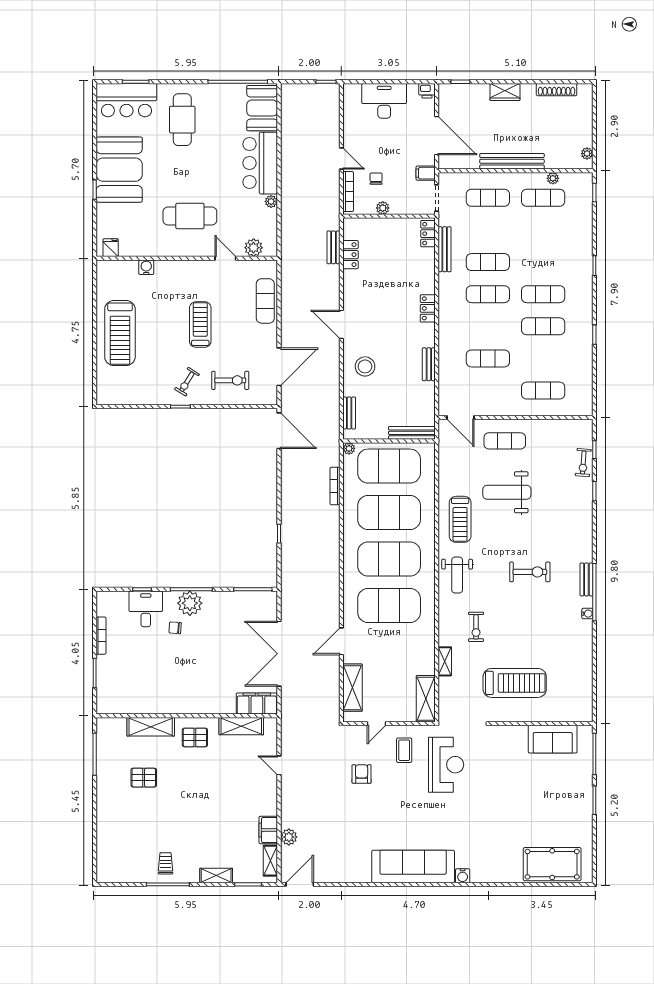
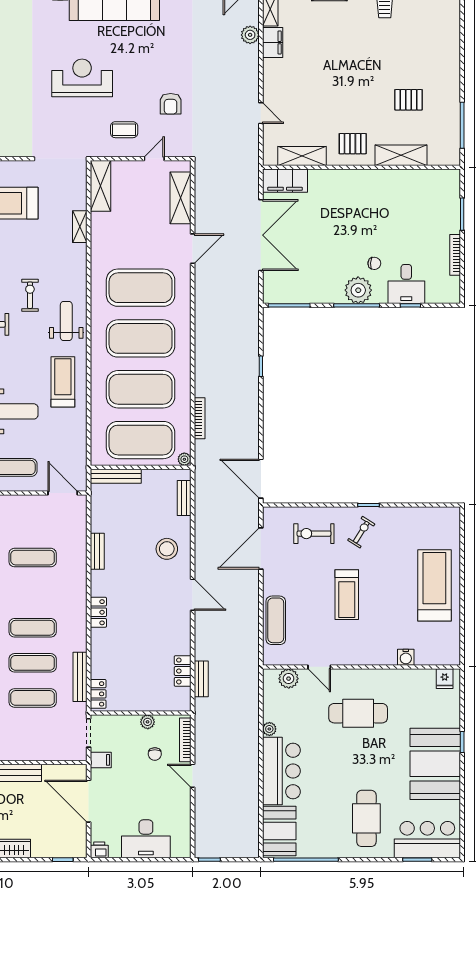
exercise mat: (488, 198) -> (33, 698), moved
exercise bike: (476, 627) -> (30, 295), moved
coffee table: (404, 750) -> (124, 130), turned 90
reception desk: (446, 765) -> (82, 78), moved, turned 90

